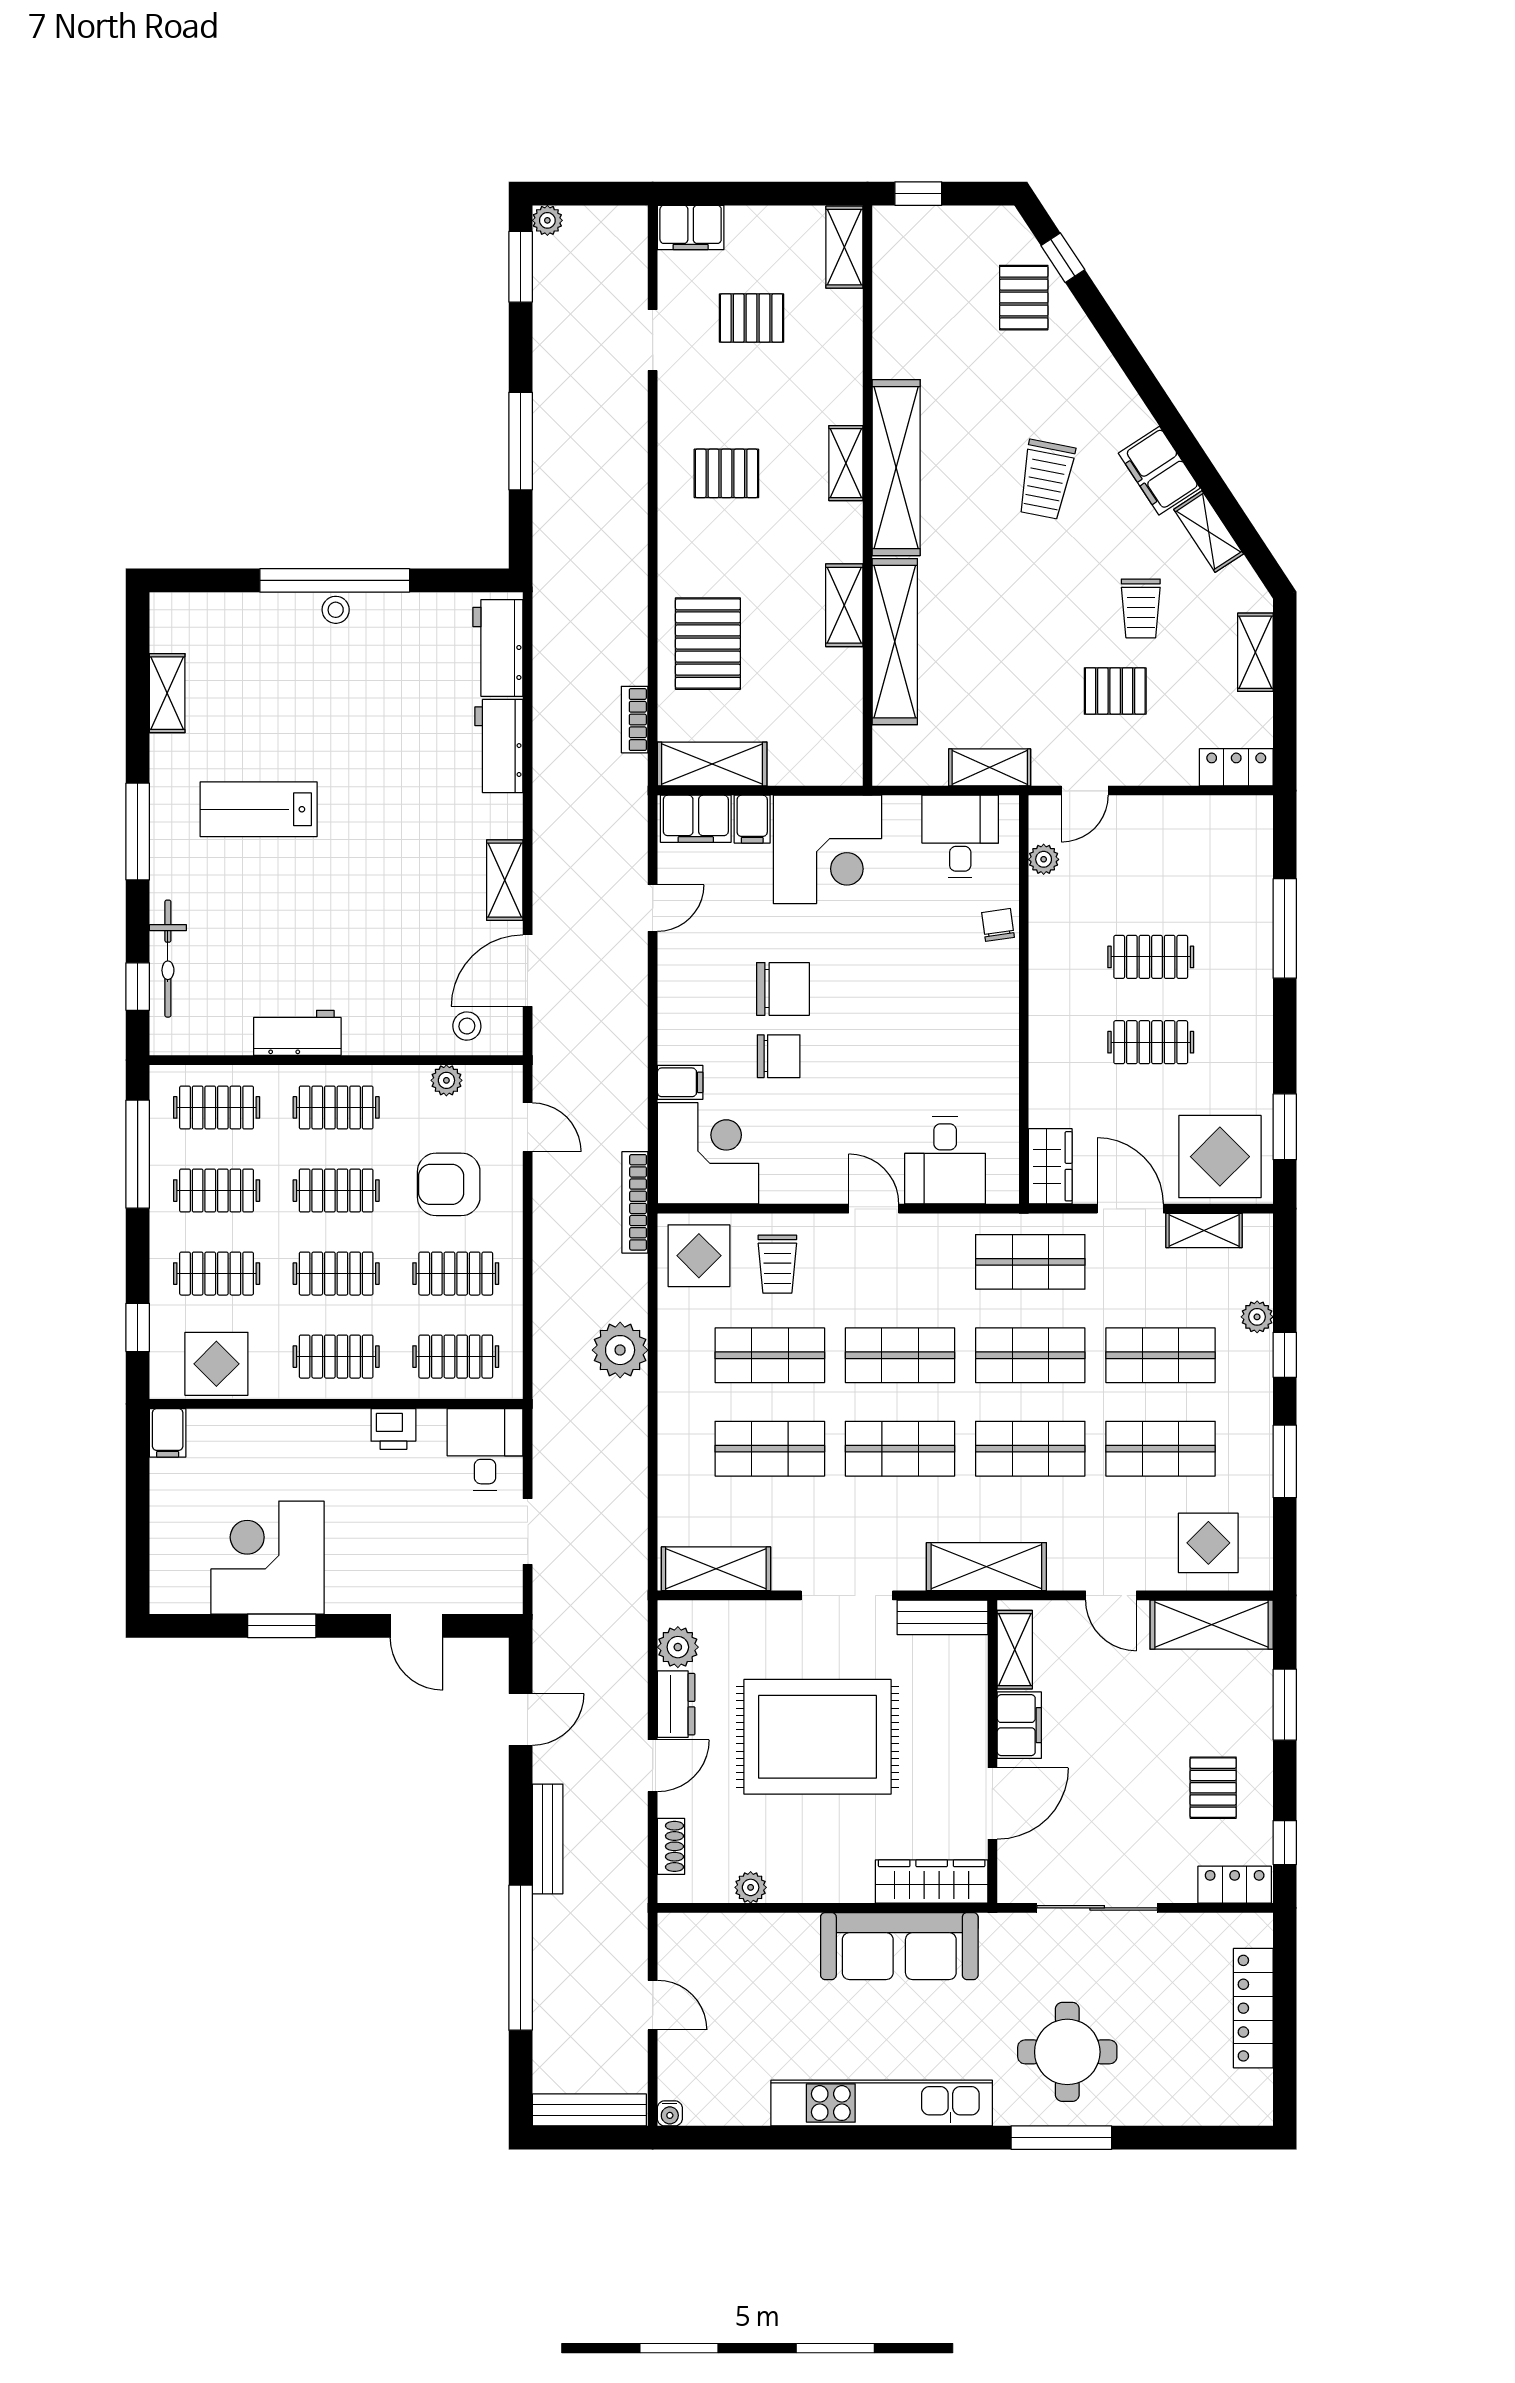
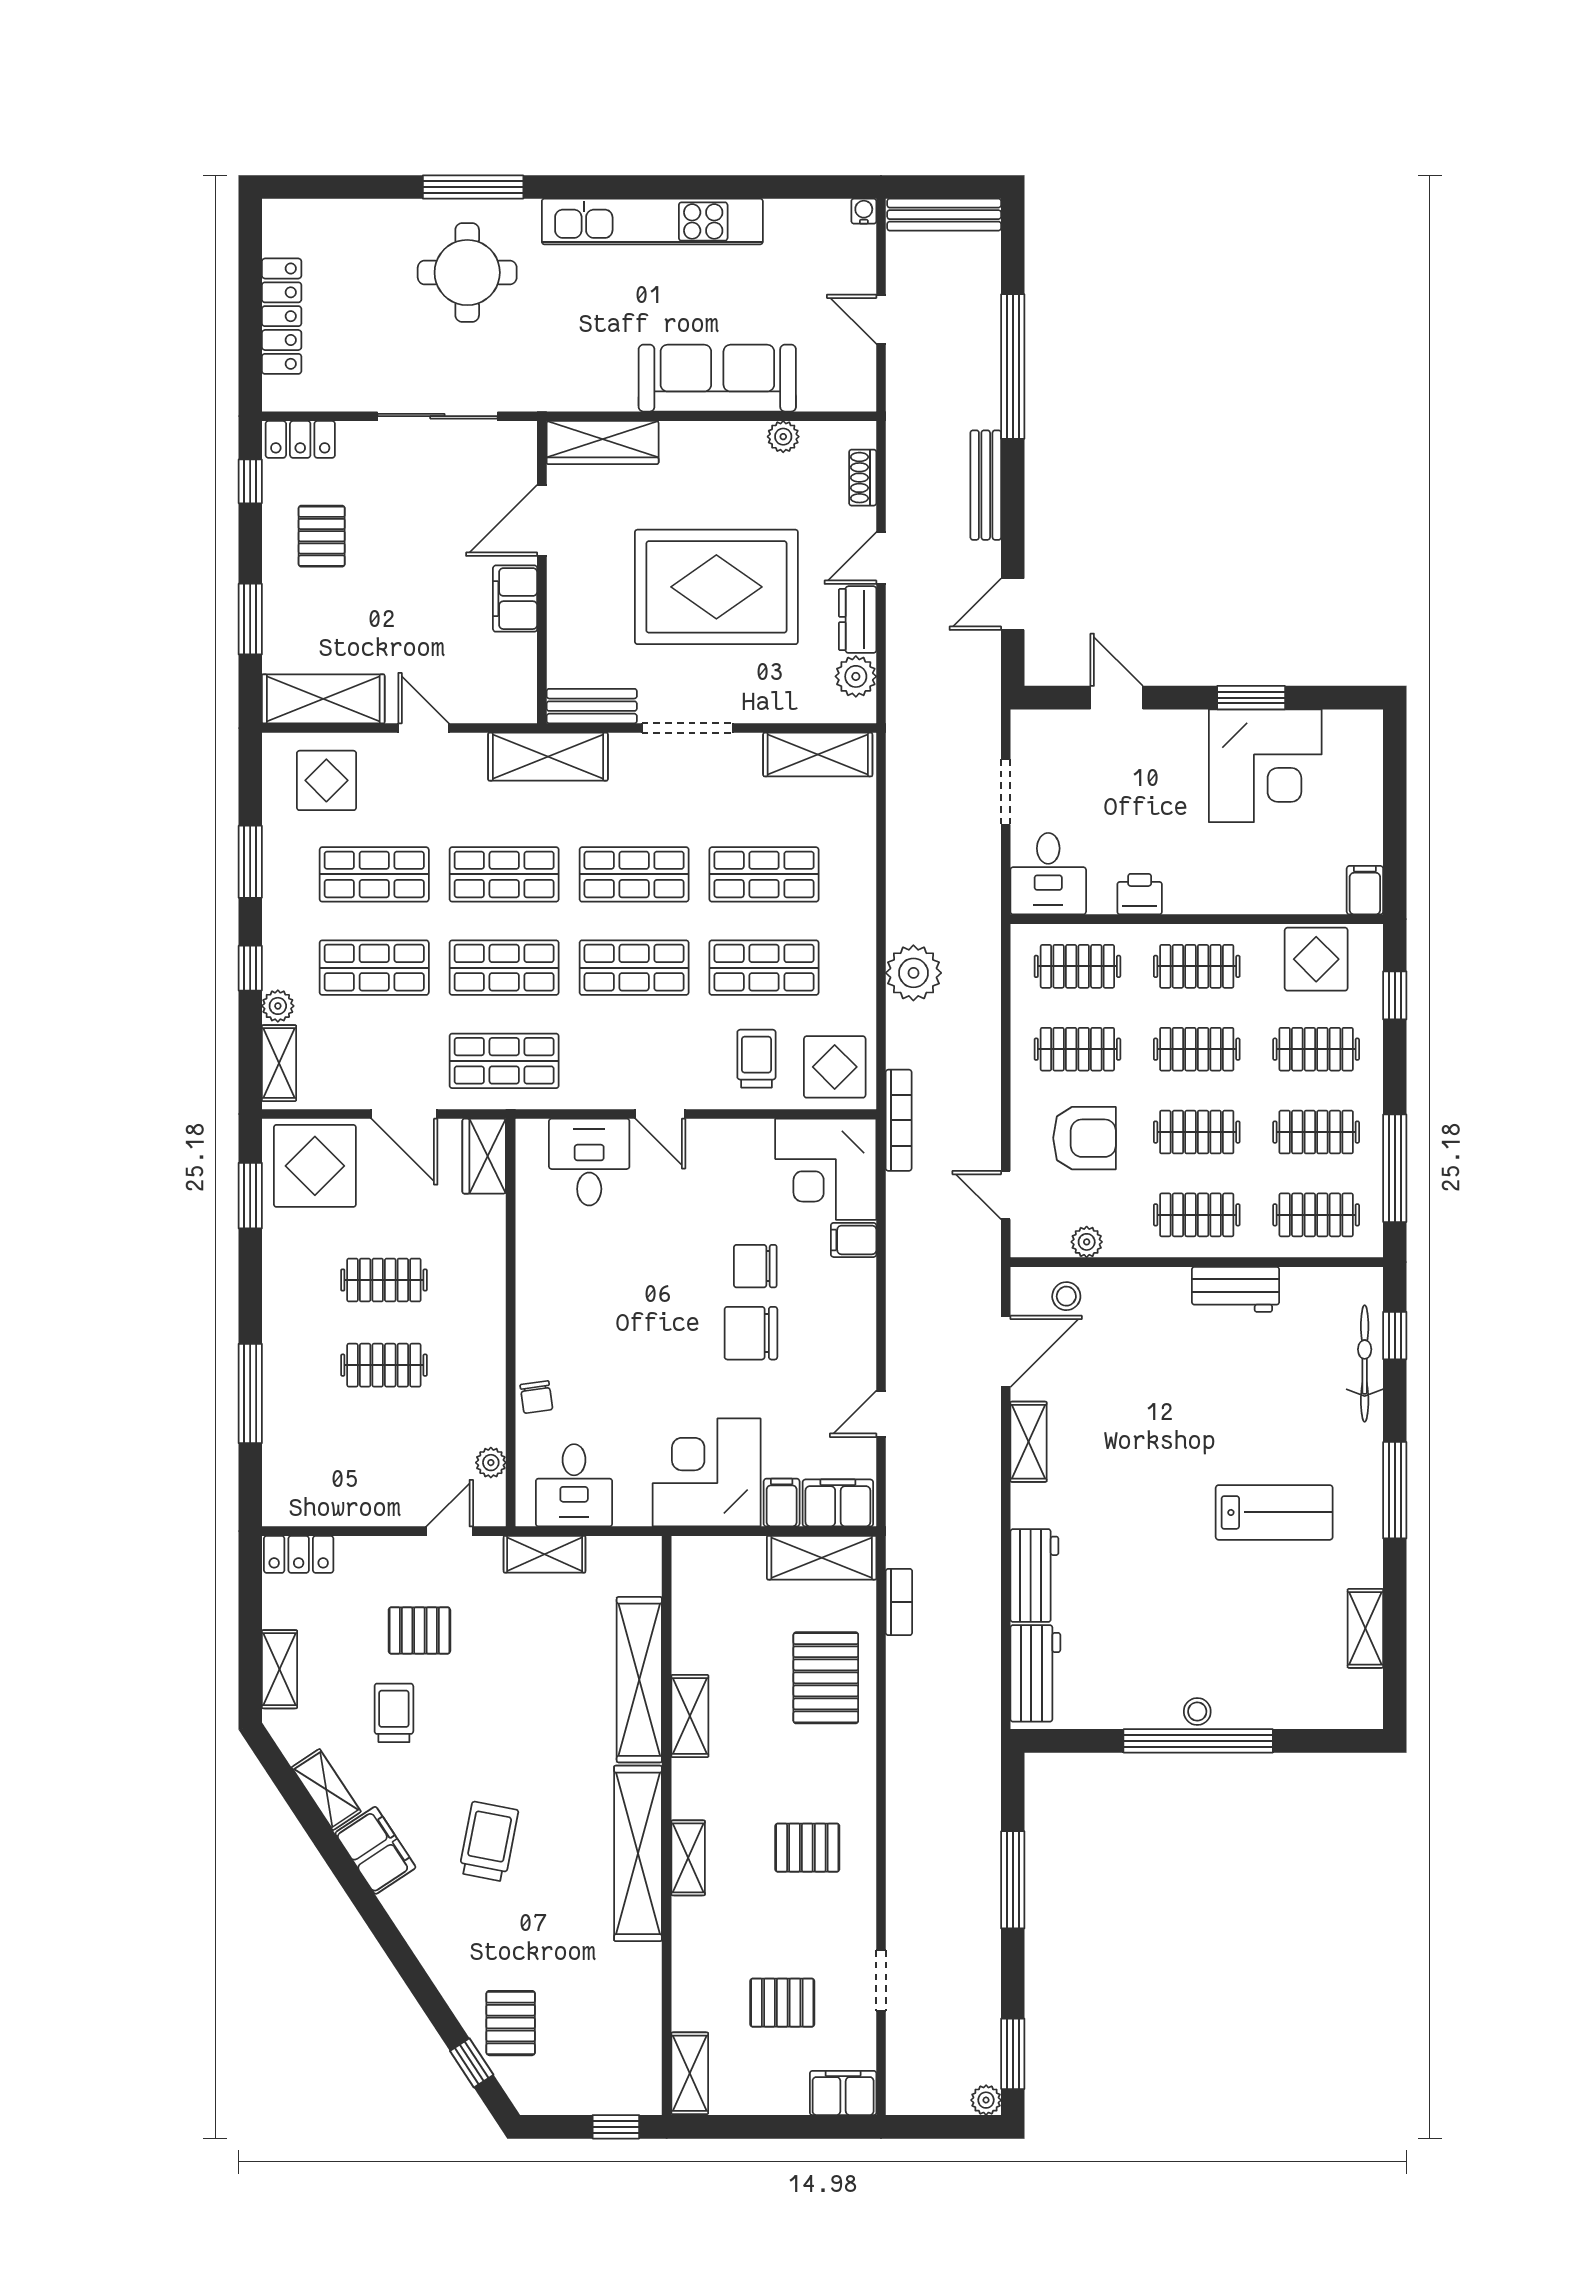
shelving: (1204, 1230) -> (279, 1063), moved, turned 90
shelving: (1015, 1650) -> (520, 674), removed
sofa: (899, 1946) -> (717, 378), moved

